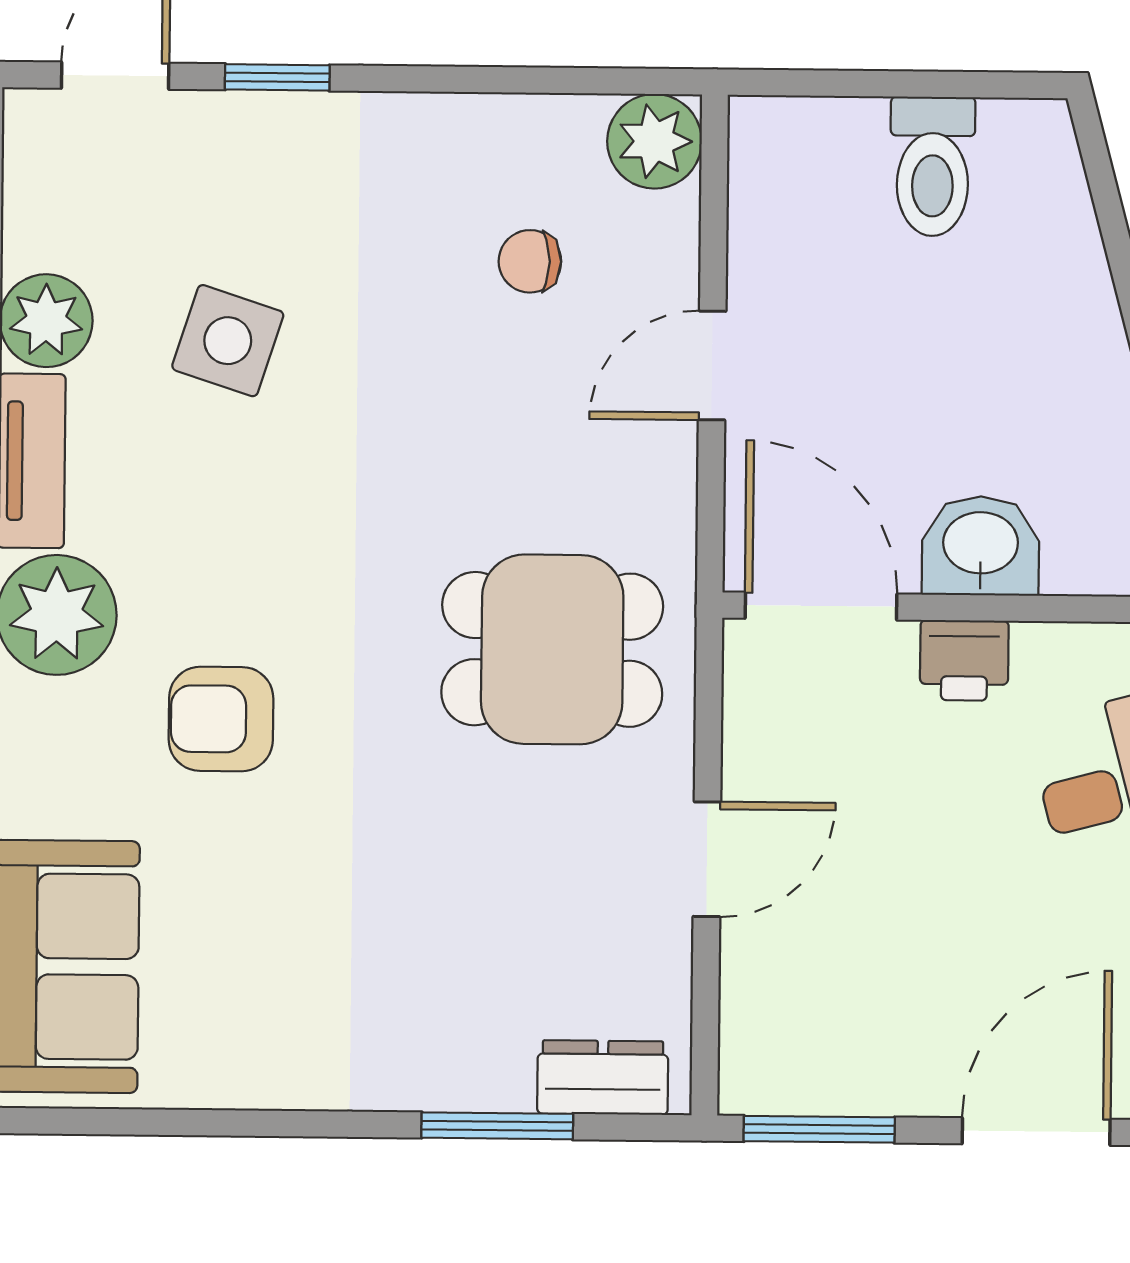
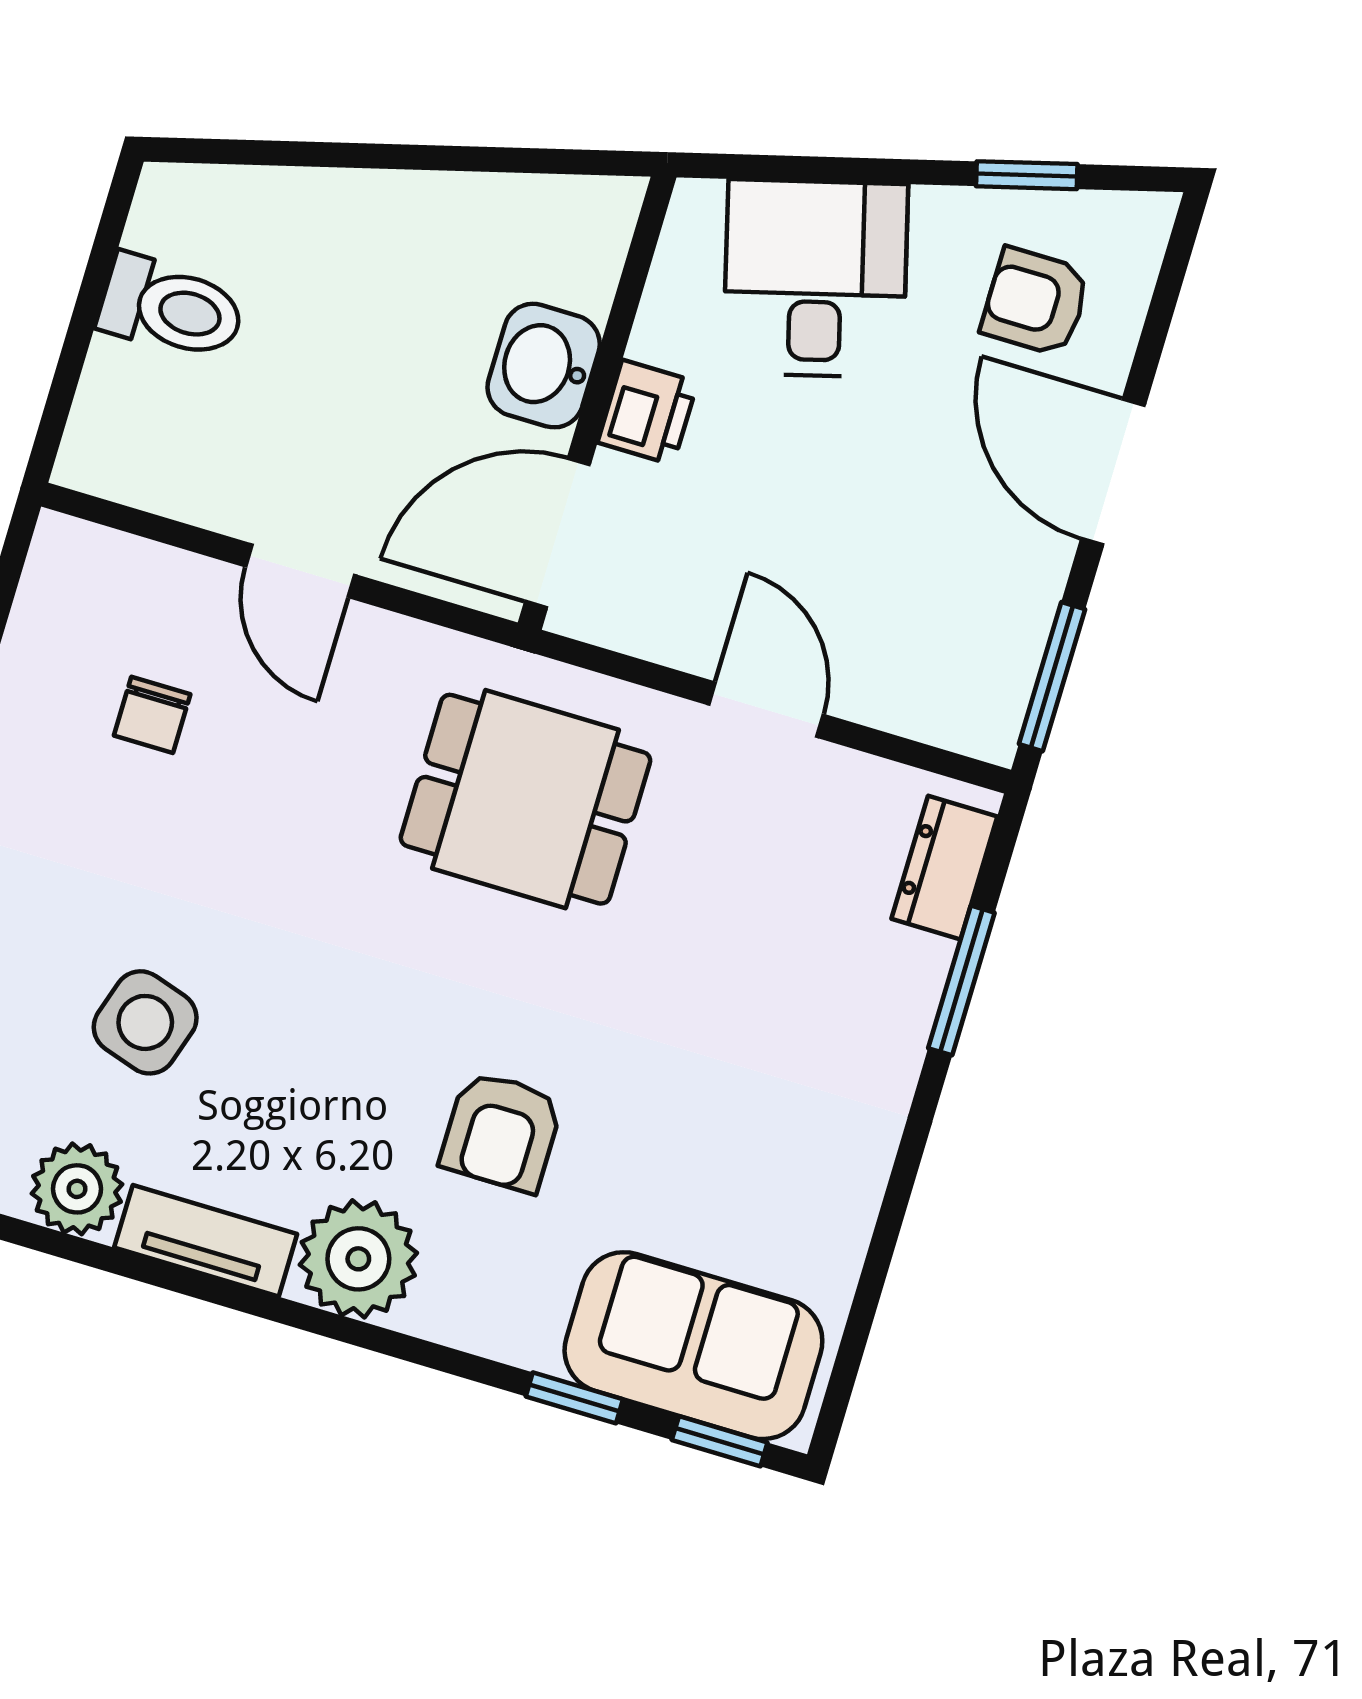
plant: (655, 141) -> (72, 564), removed
dining table: (552, 649) -> (525, 799), turned 90

